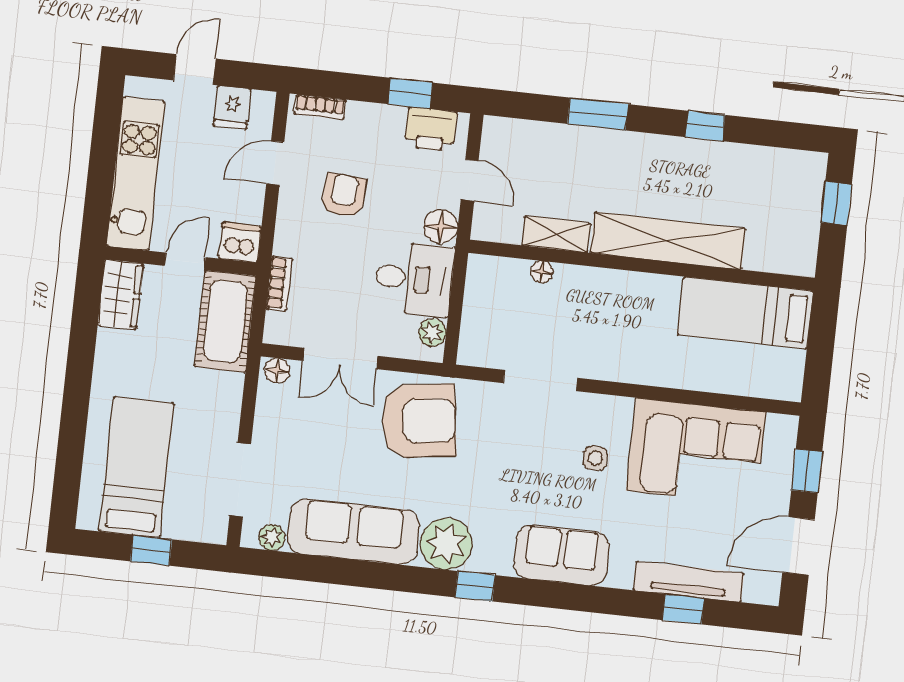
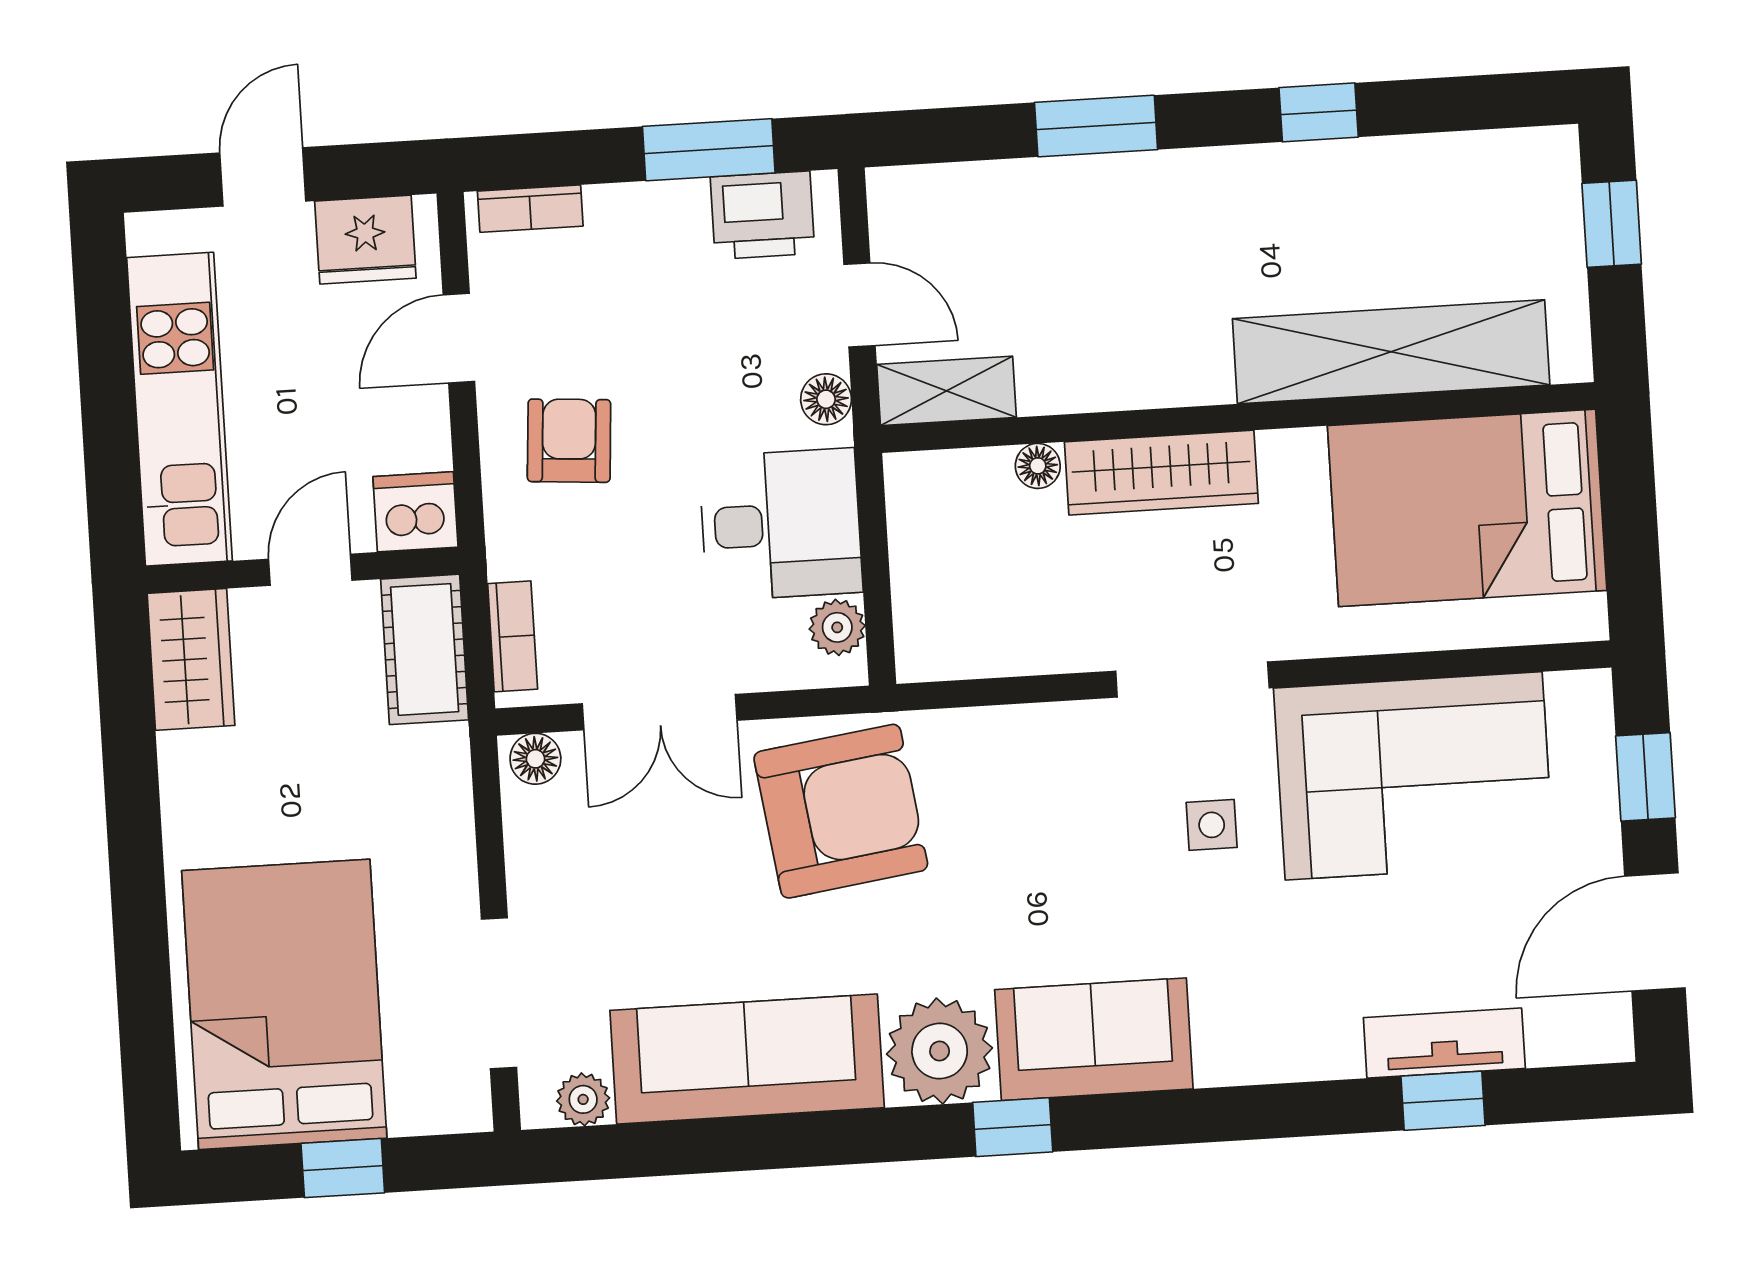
window: (410, 93) -> (709, 150), width x1.50
fridge: (232, 107) -> (365, 240), width x1.38
armchair: (344, 195) -> (569, 441), moved
floor lamp: (441, 227) -> (826, 399), width x0.73, depth x0.73
shelving: (556, 234) -> (947, 391), moved
shelving: (668, 241) -> (1391, 352), moved
bookcase: (279, 283) -> (513, 636), moved
wardrobe: (600, 285) -> (1161, 473), added
bed: (745, 313) -> (1467, 508), width x1.50
cot: (225, 321) -> (425, 649), width x0.73, depth x0.75
doorway: (540, 381) -> (1192, 679), moved
bed: (137, 467) -> (284, 1004), width x1.50
sofa: (562, 555) -> (1094, 1039), moved
tv unit: (689, 582) -> (1444, 1043), width x0.71

